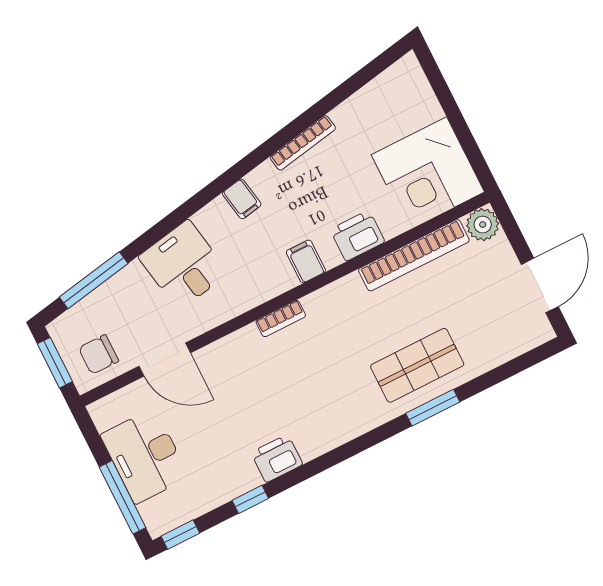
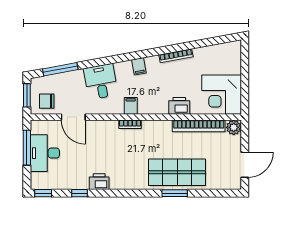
filing cabinet: (306, 261) -> (131, 106), moved
shop shelf: (417, 365) -> (177, 172), width x1.43, depth x1.36
window: (123, 497) -> (27, 148), moved

